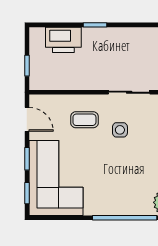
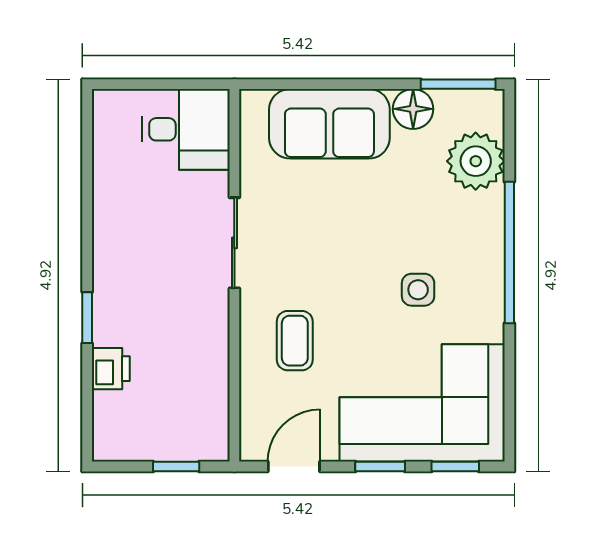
printer: (63, 40) -> (111, 369), width x0.53, depth x0.68
side table: (120, 130) -> (418, 290), moved

